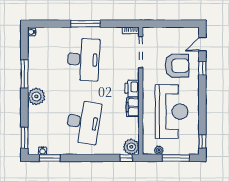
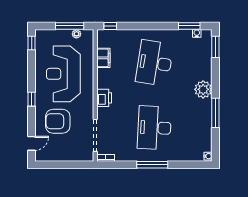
window: (202, 68) -> (32, 99), moved
filing cabinet: (133, 107) -> (103, 58), moved
plant: (131, 147) -> (105, 37), removed
window: (176, 158) -> (70, 26), moved

